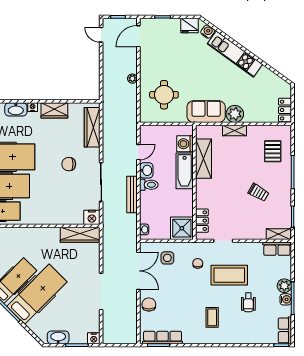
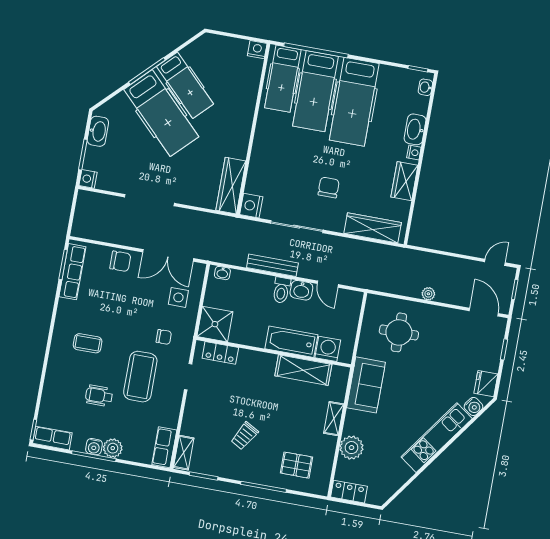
plant: (235, 114) -> (352, 448), moved

